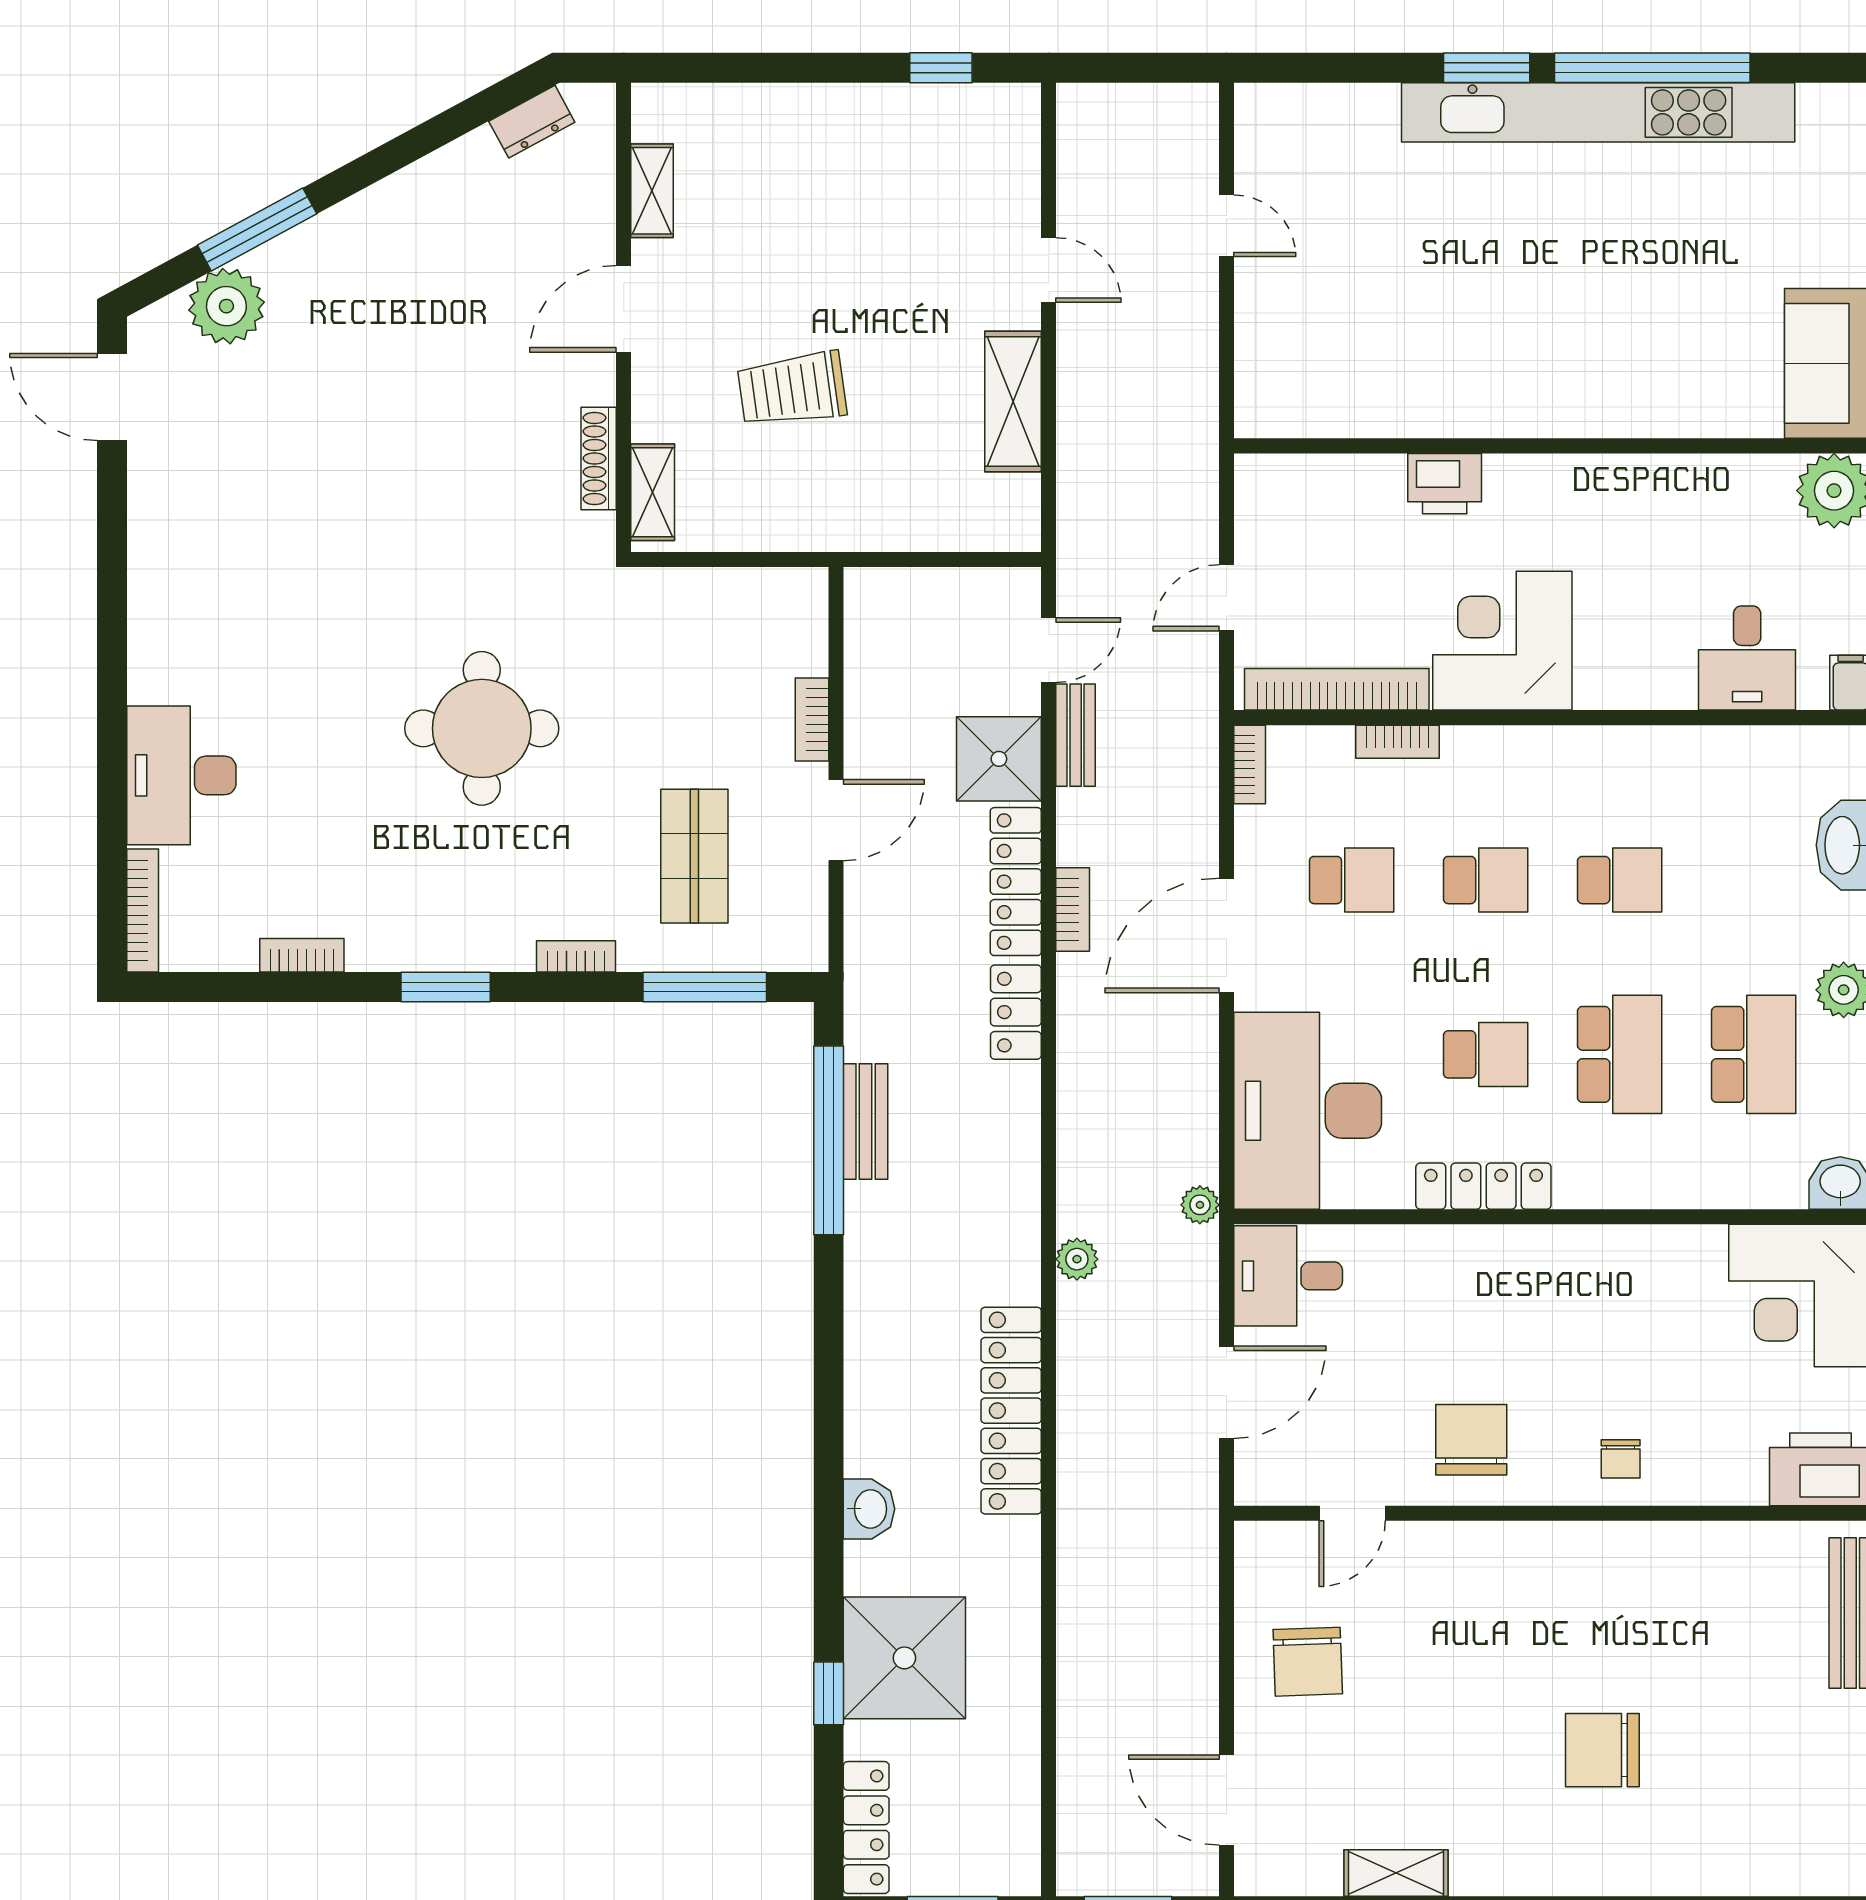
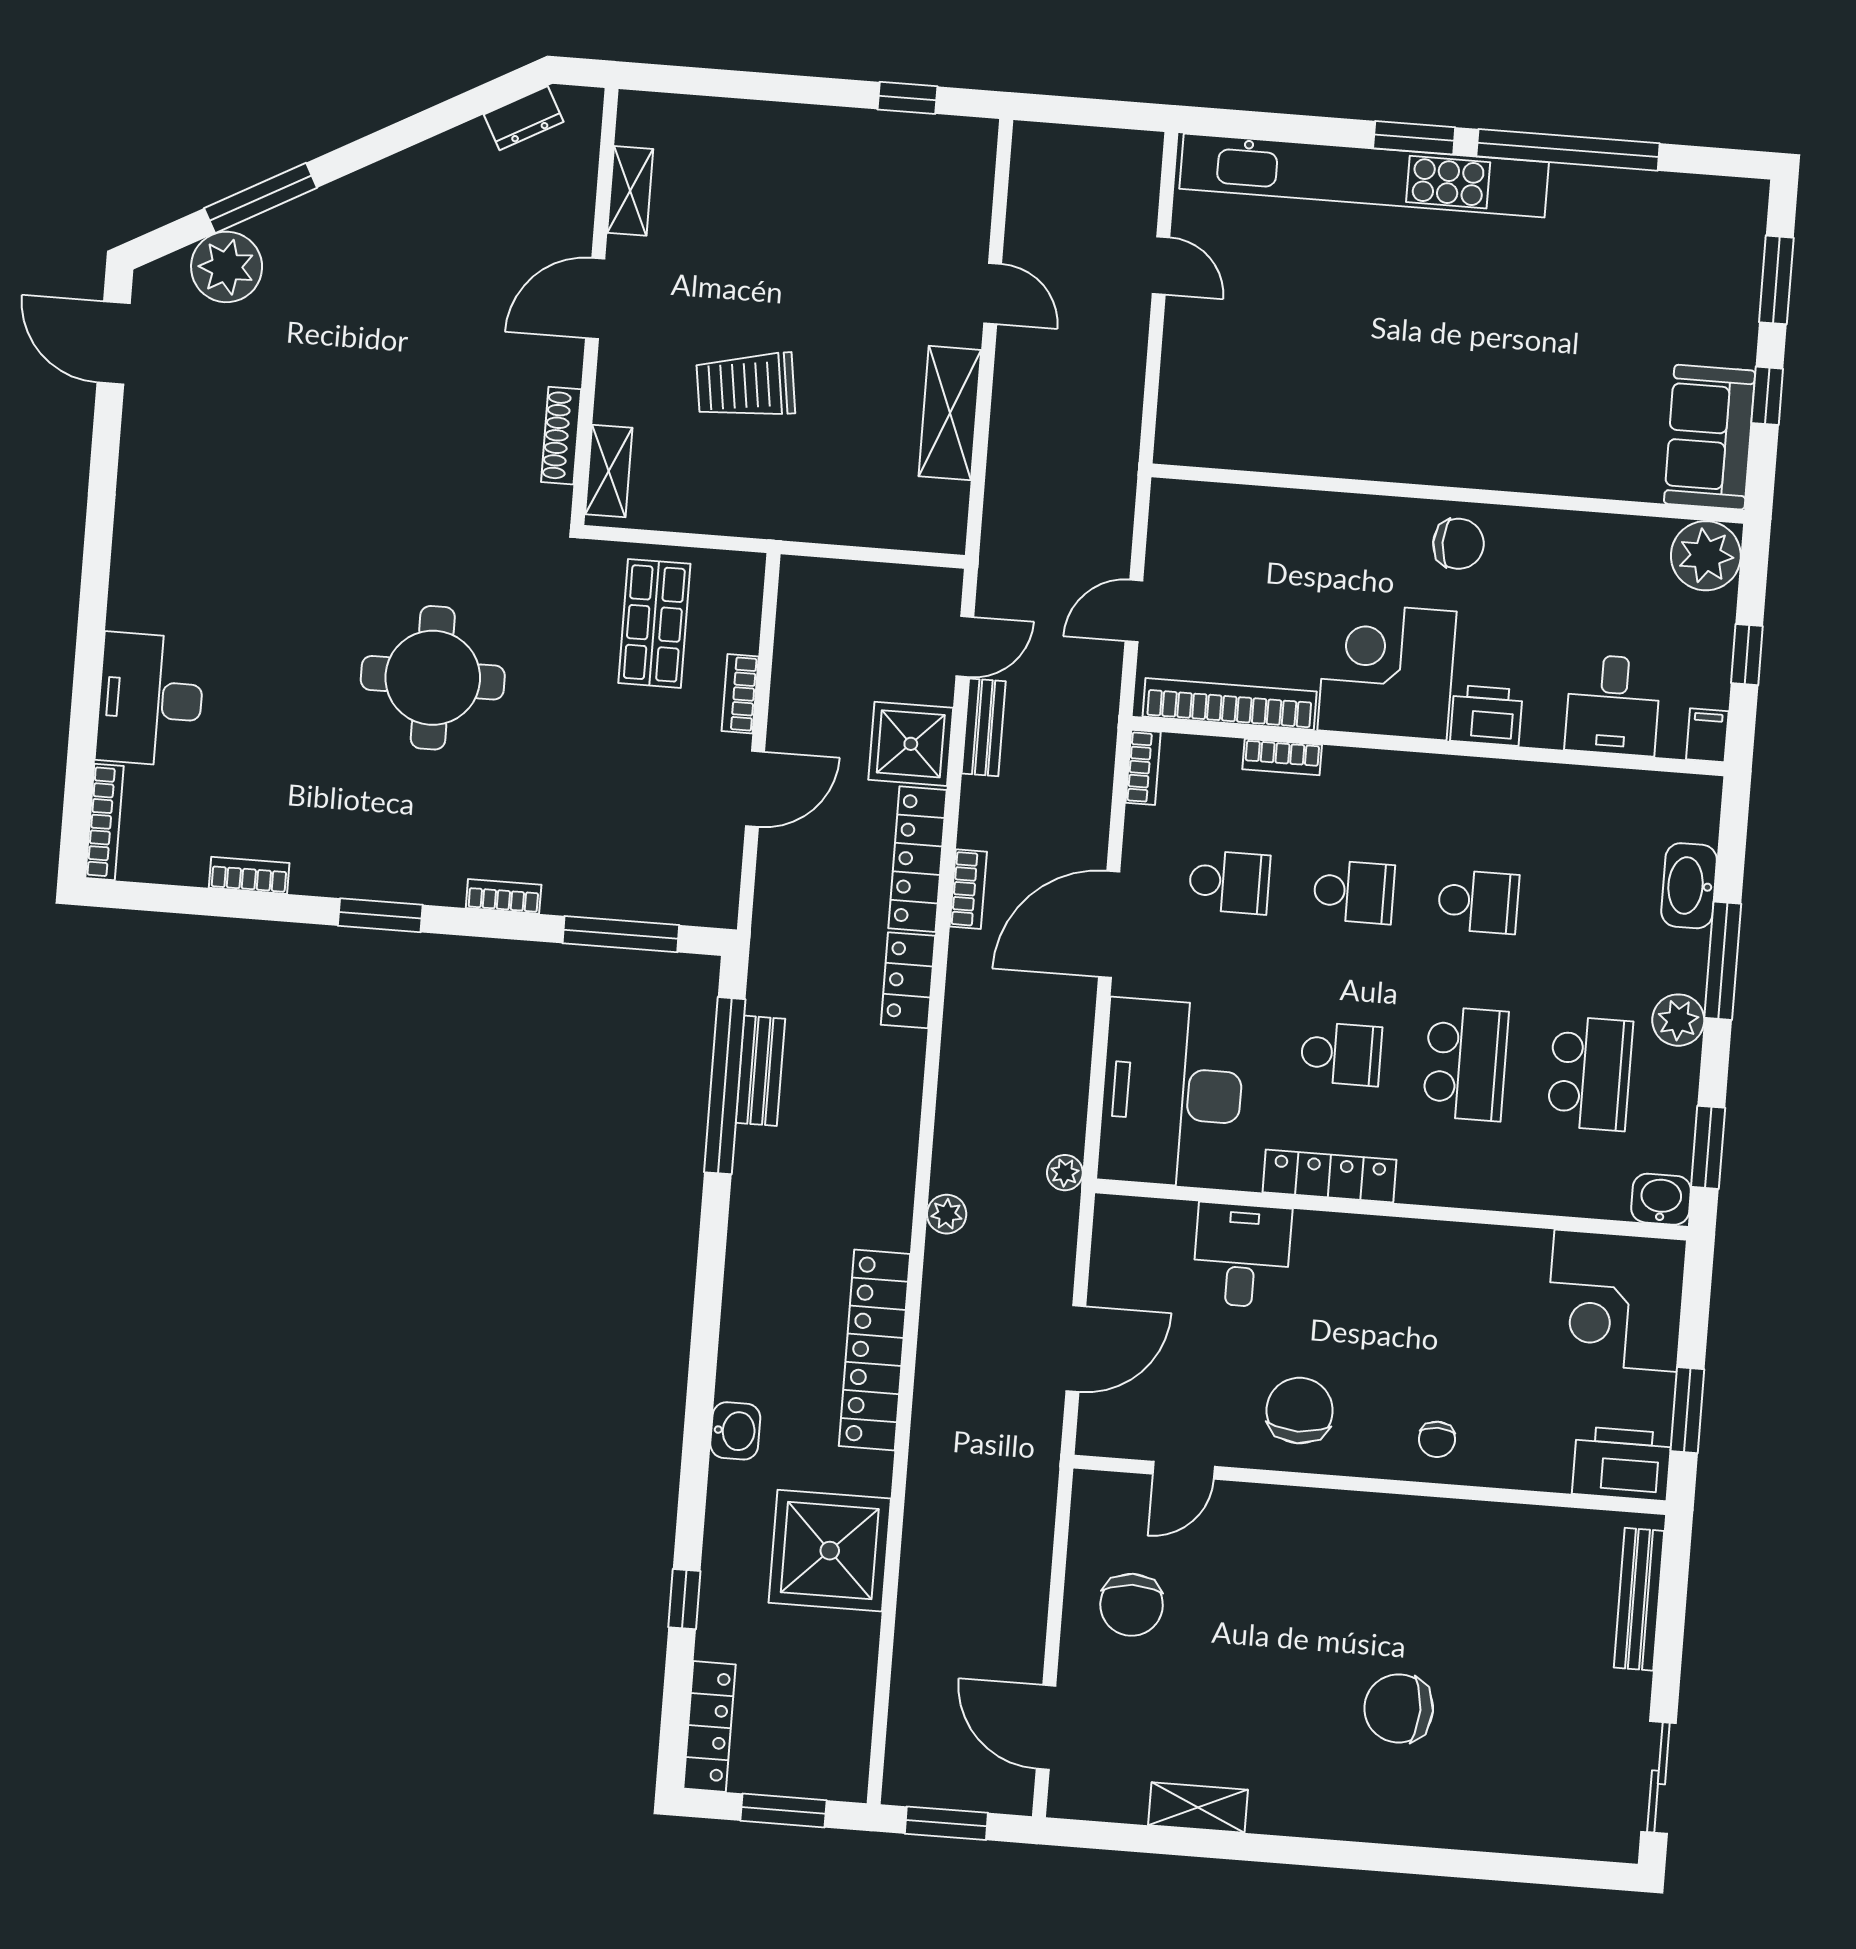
kitchen unit: (1598, 112) -> (1364, 176), moved
printer: (1445, 484) -> (1486, 715), moved, turned 180
chair: (1568, 499) -> (1458, 544), added
shop shelf: (694, 856) -> (654, 623), moved
desk: (1288, 1276) -> (1242, 1255), moved, turned 90
shower: (904, 1658) -> (830, 1551), moved

